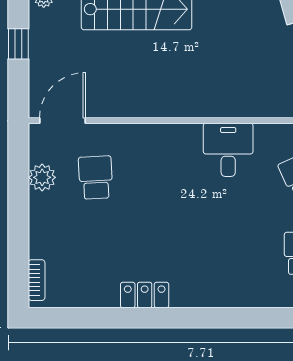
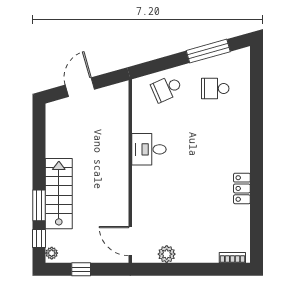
desk: (228, 150) -> (149, 149), moved
school desk: (96, 178) -> (167, 220), removed

